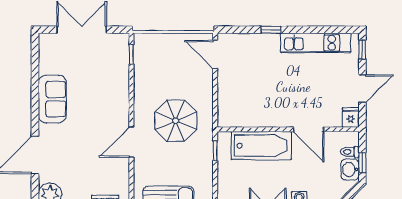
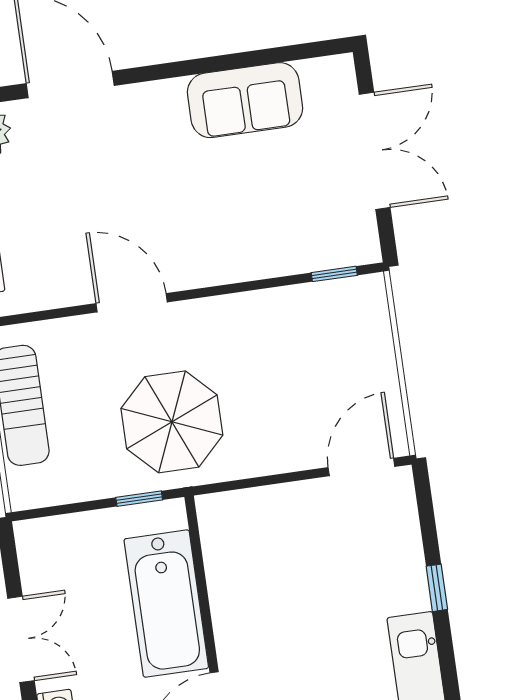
sofa: (52, 99) -> (245, 100), moved
parasol: (176, 121) -> (172, 422), moved

